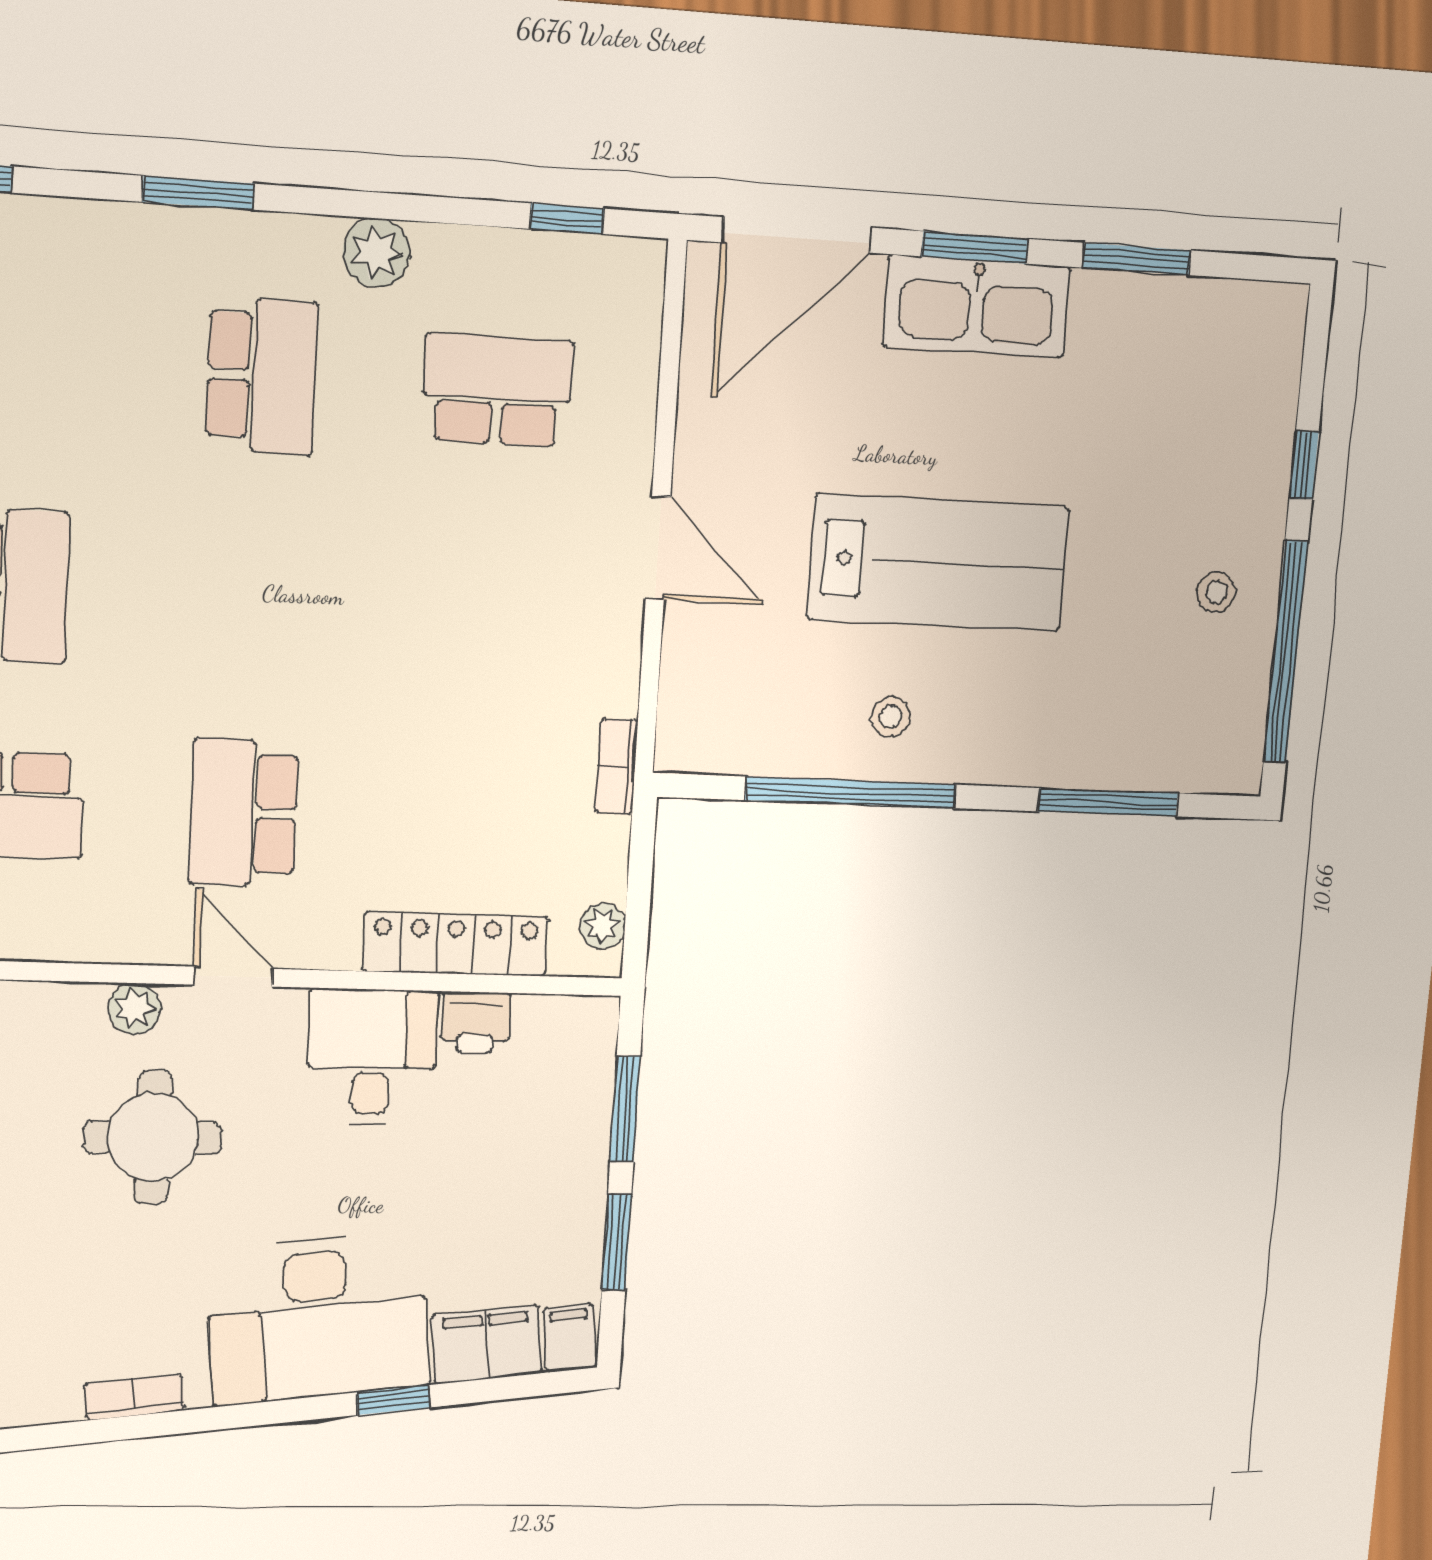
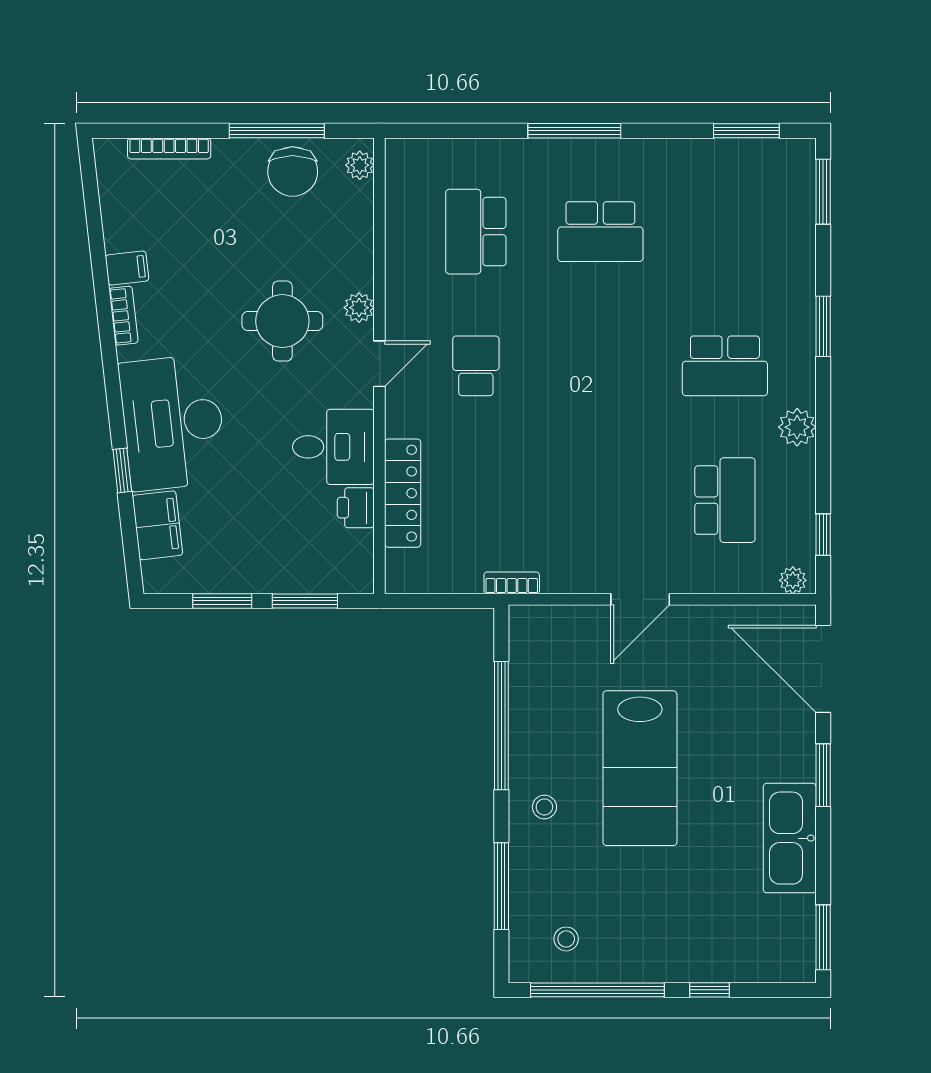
window: (1137, 259) -> (823, 937), moved
kitchen sink: (977, 306) -> (790, 838), moved
stool: (1216, 592) -> (566, 939), moved
stool: (891, 717) -> (544, 807), moved
school desk: (244, 813) -> (476, 366), width x0.54
plant: (602, 926) -> (793, 580), moved
filing cabinet: (570, 1338) -> (127, 268), moved

